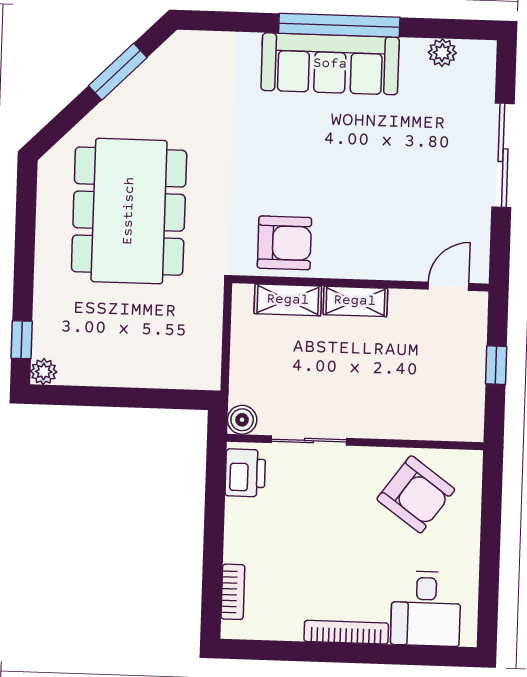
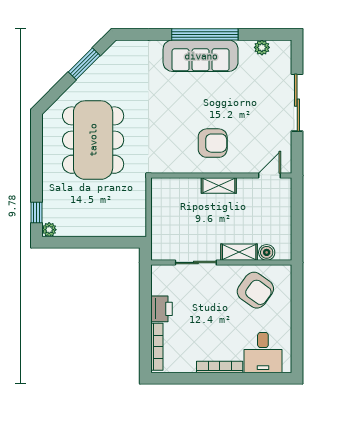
armchair: (284, 243) -> (213, 143), moved
shelving: (288, 300) -> (239, 252), moved
window: (496, 365) -> (297, 218), removed
boiler: (242, 420) -> (267, 252), moved
printer: (245, 473) -> (162, 309), moved
bookcase: (233, 592) -> (157, 347), width x1.56

